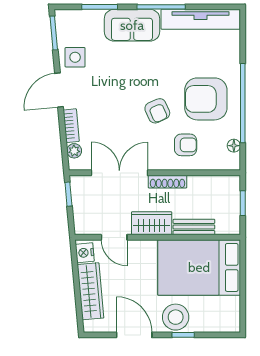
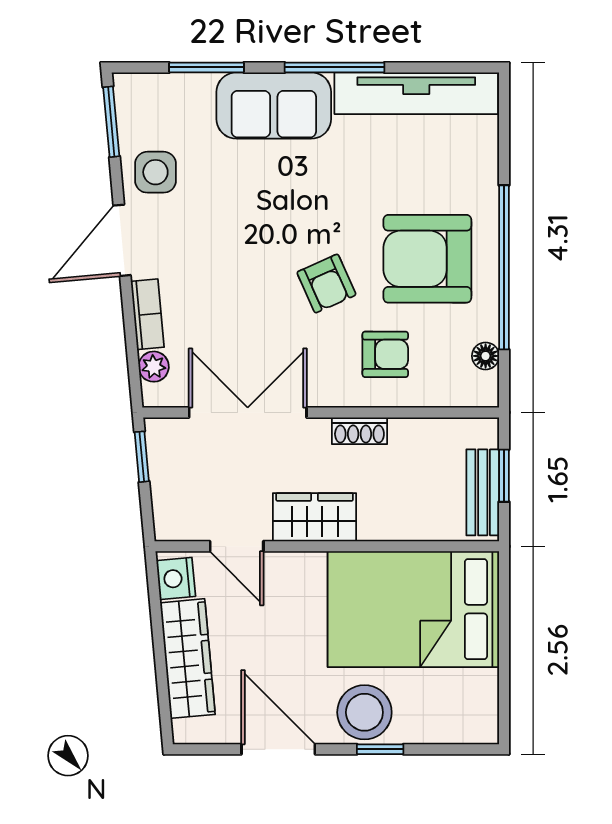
shoe rack: (167, 182) -> (359, 431), width x0.70
bench: (194, 227) -> (483, 492), moved, turned 90

